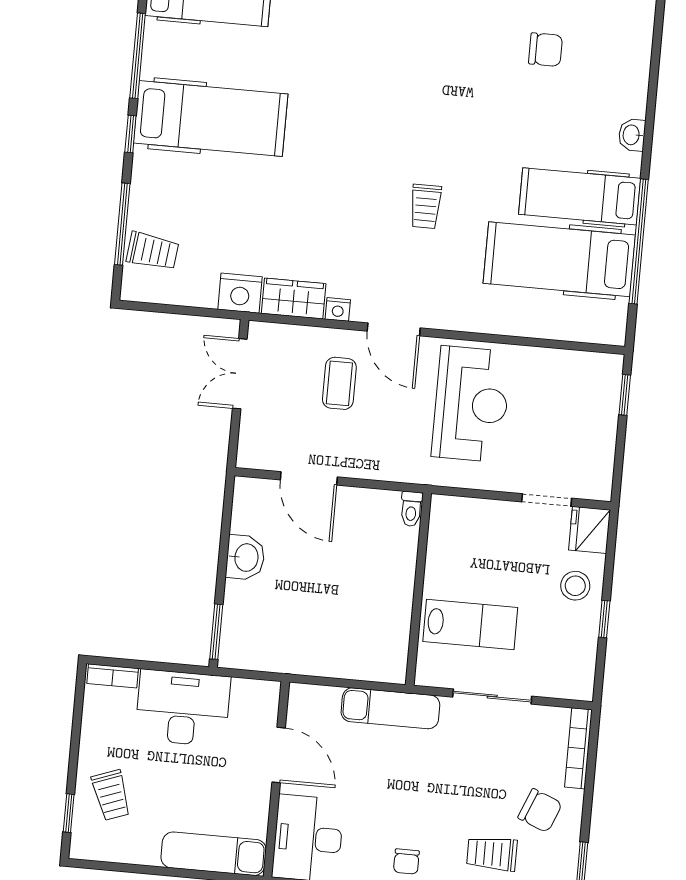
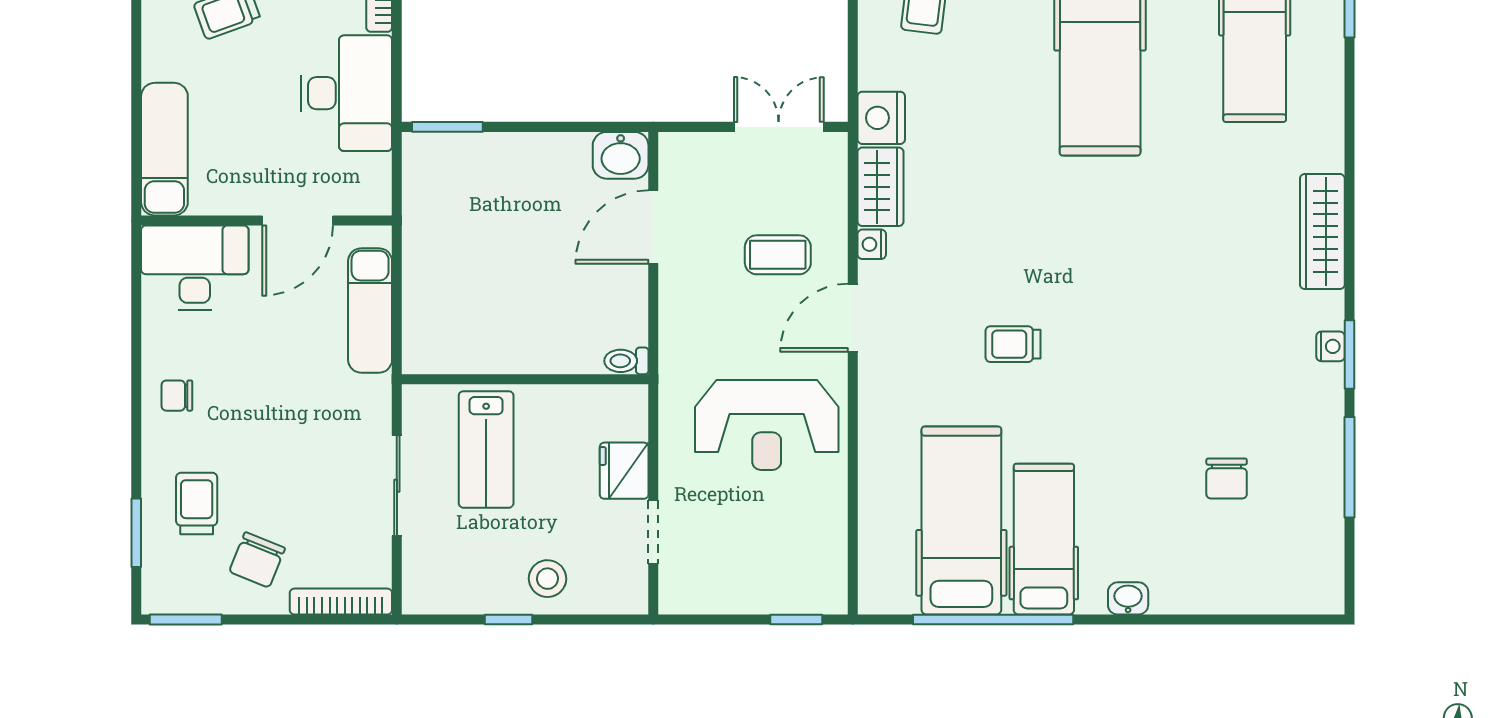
fridge: (590, 530) -> (624, 471), moved, turned -90
washbasin: (245, 557) -> (621, 155), moved
exam couch: (390, 708) -> (370, 310), moved

